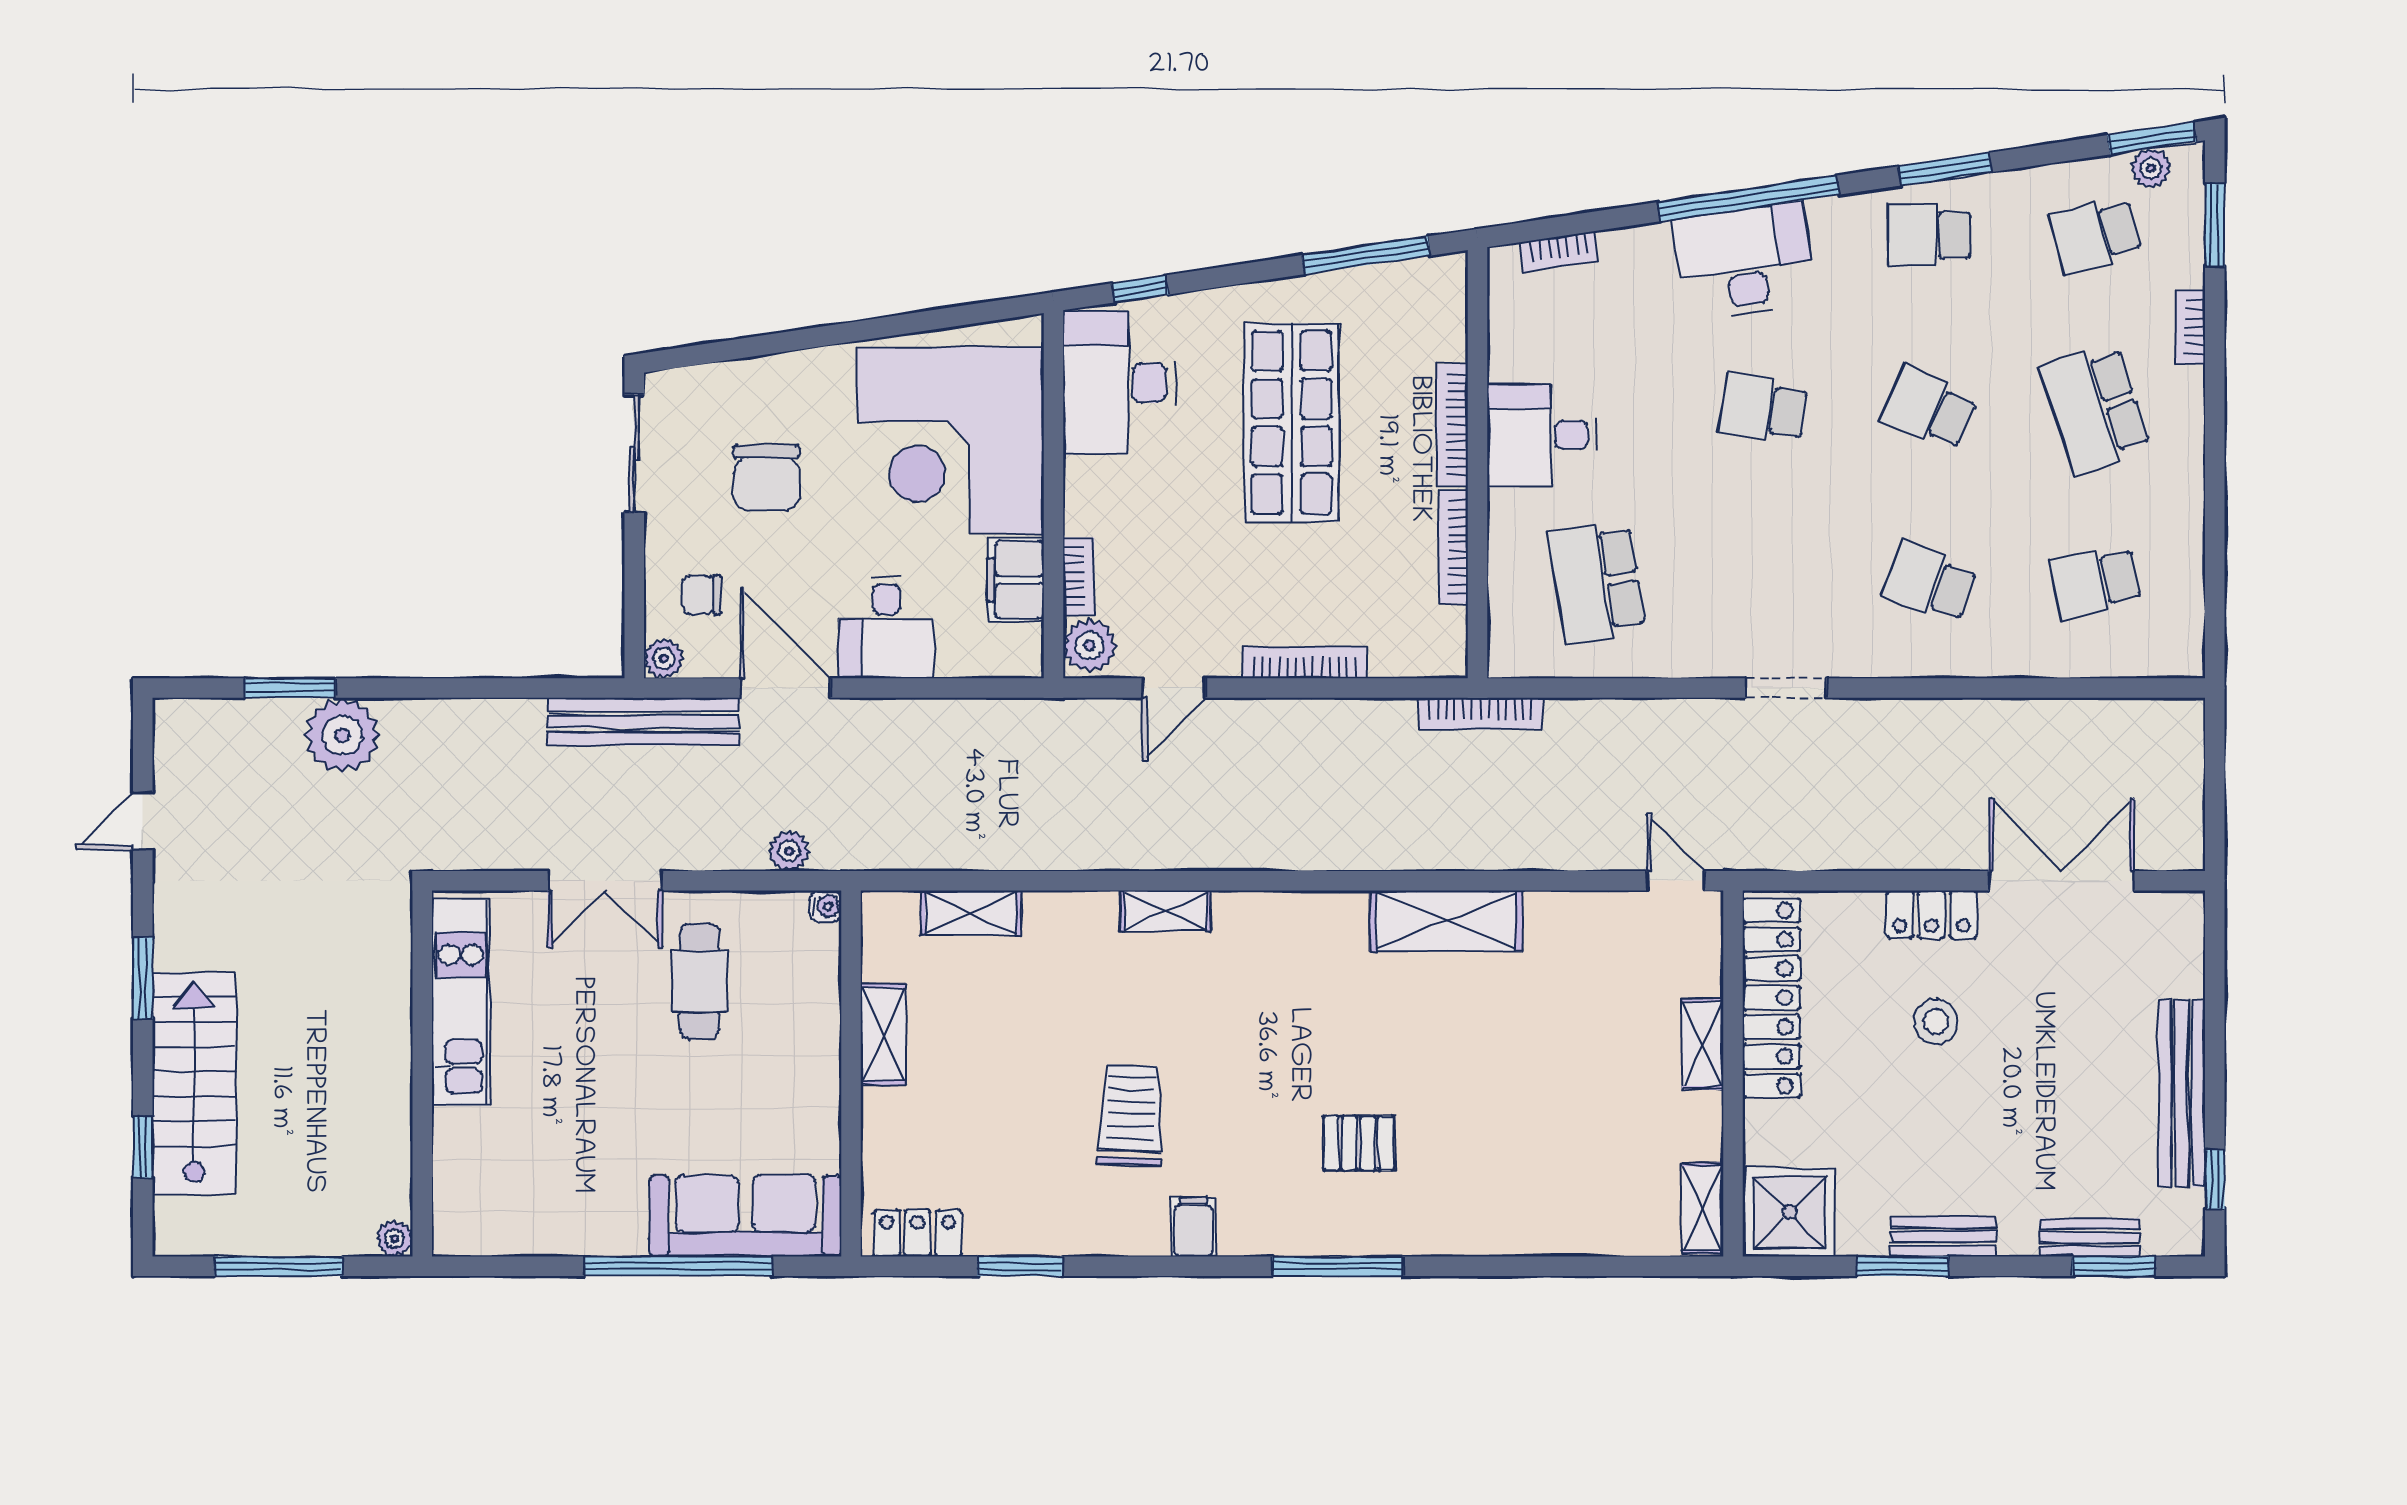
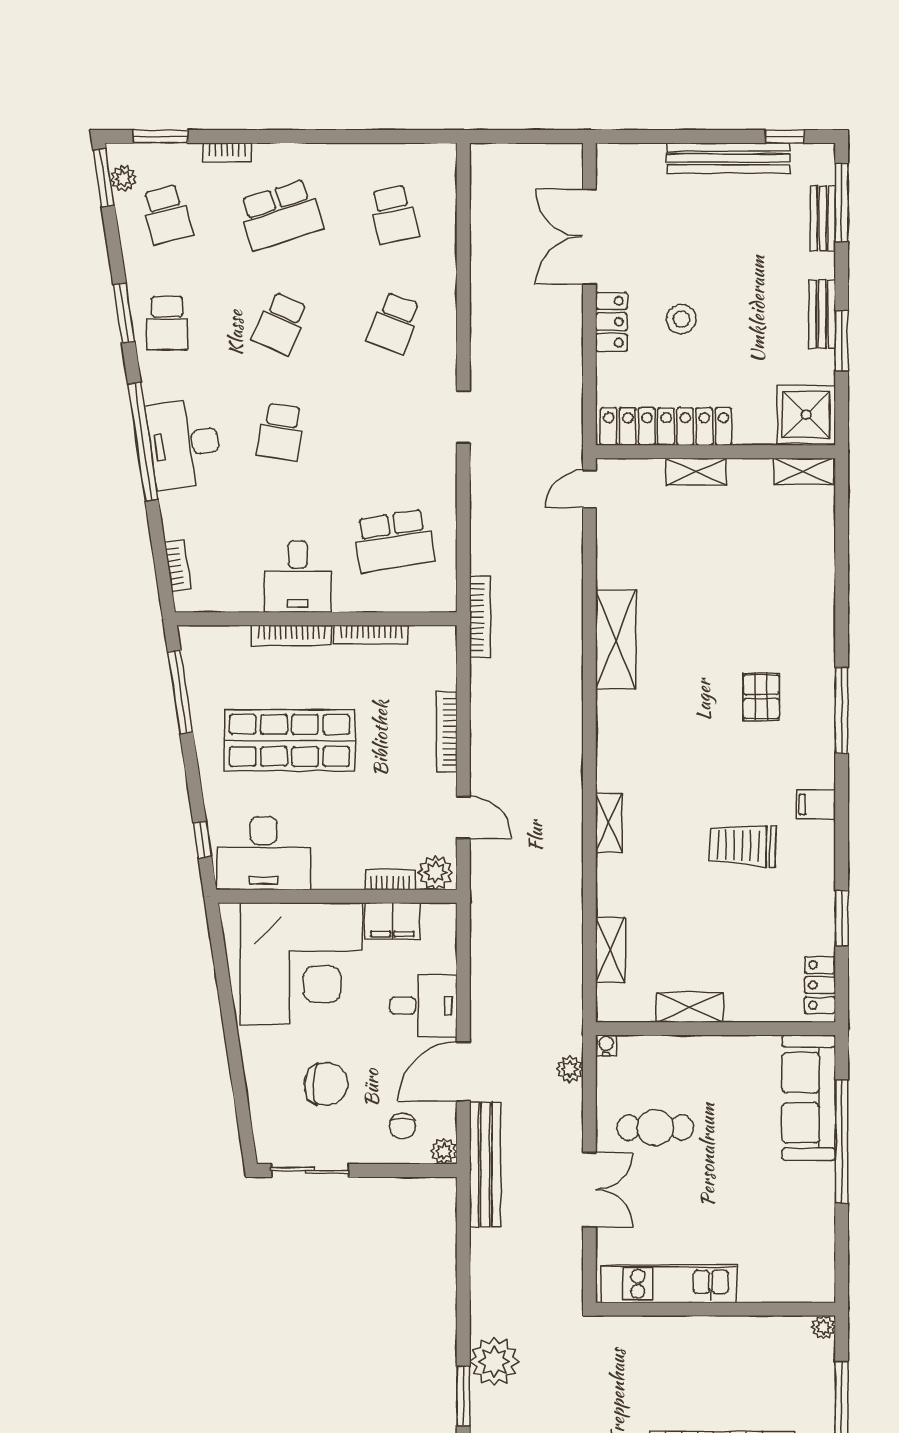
window: (2114, 1266) -> (842, 202), width x1.44

